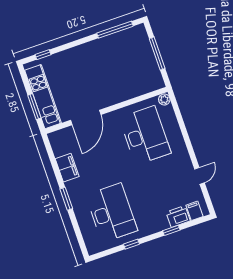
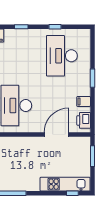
kitchen unit: (43, 97) -> (65, 184), moved, turned 90
filing cabinet: (67, 168) -> (84, 101), width x0.50
printer: (178, 216) -> (84, 120), moved, turned 90

